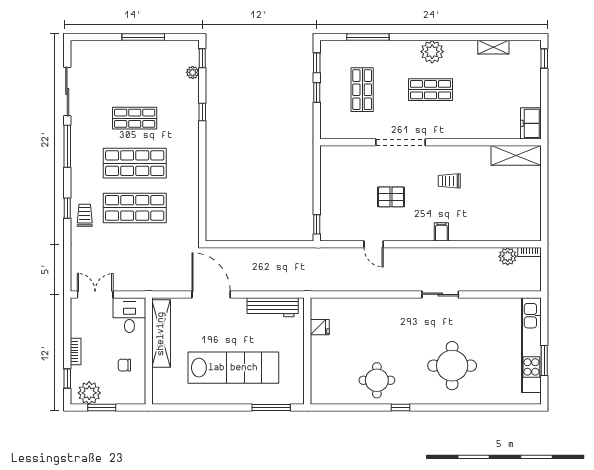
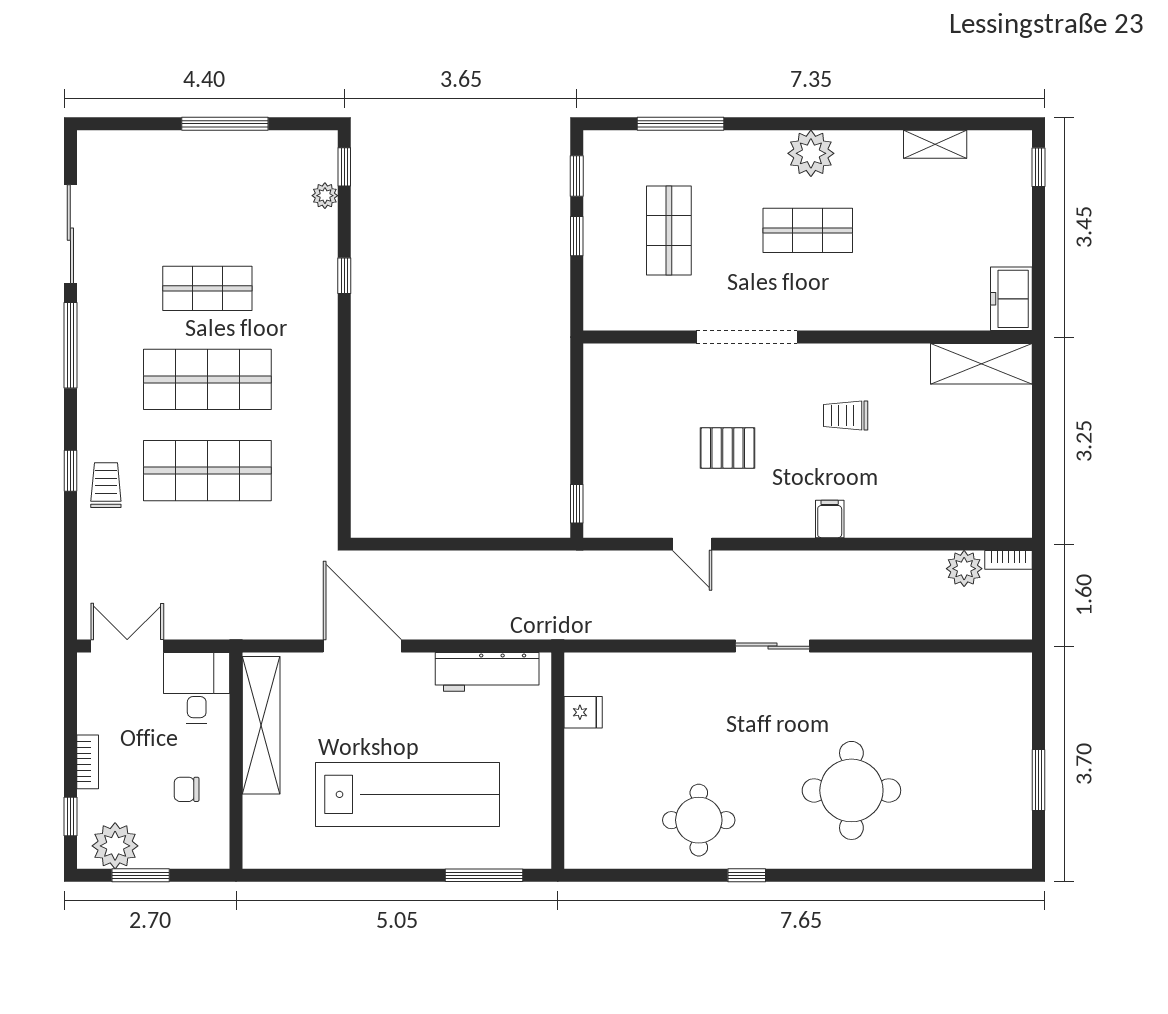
sliding door: (440, 294) -> (773, 646), moved
kitchen unit: (531, 345) -> (1012, 749), removed

